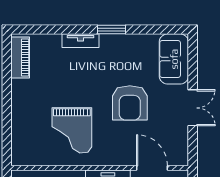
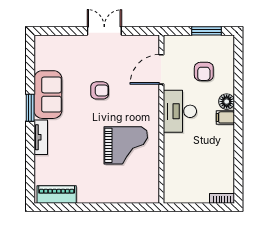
sofa: (174, 59) -> (48, 95), moved, turned -90
armchair: (130, 103) -> (100, 90), width x0.53, depth x0.53

